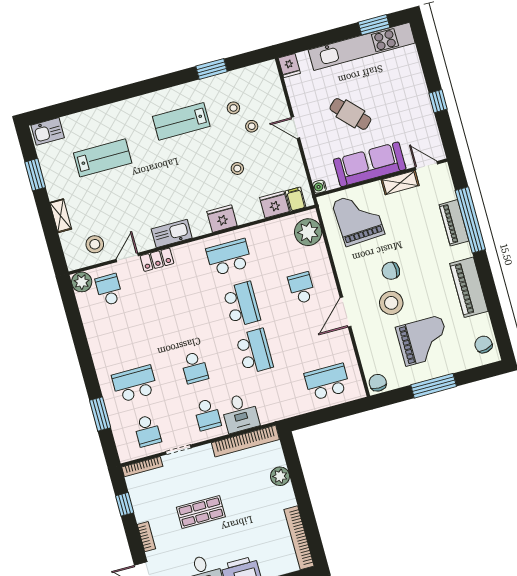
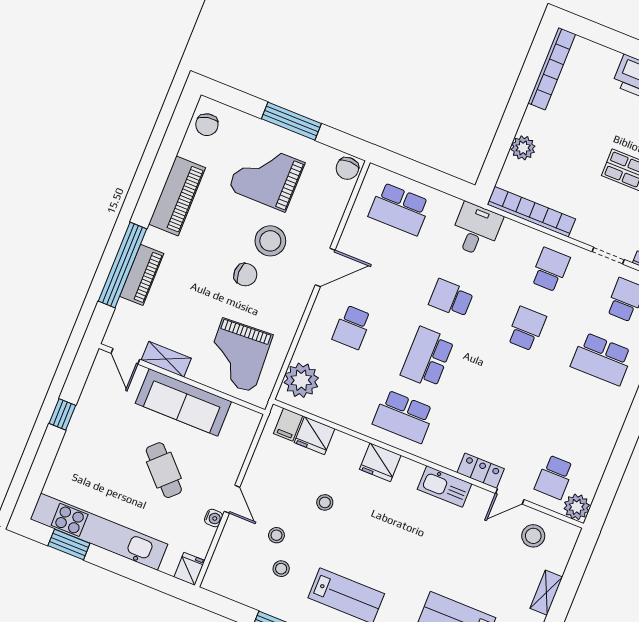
water cooler: (319, 187) -> (214, 518), moved
school desk: (254, 351) -> (451, 298), width x0.54
desk: (240, 413) -> (476, 230), moved

